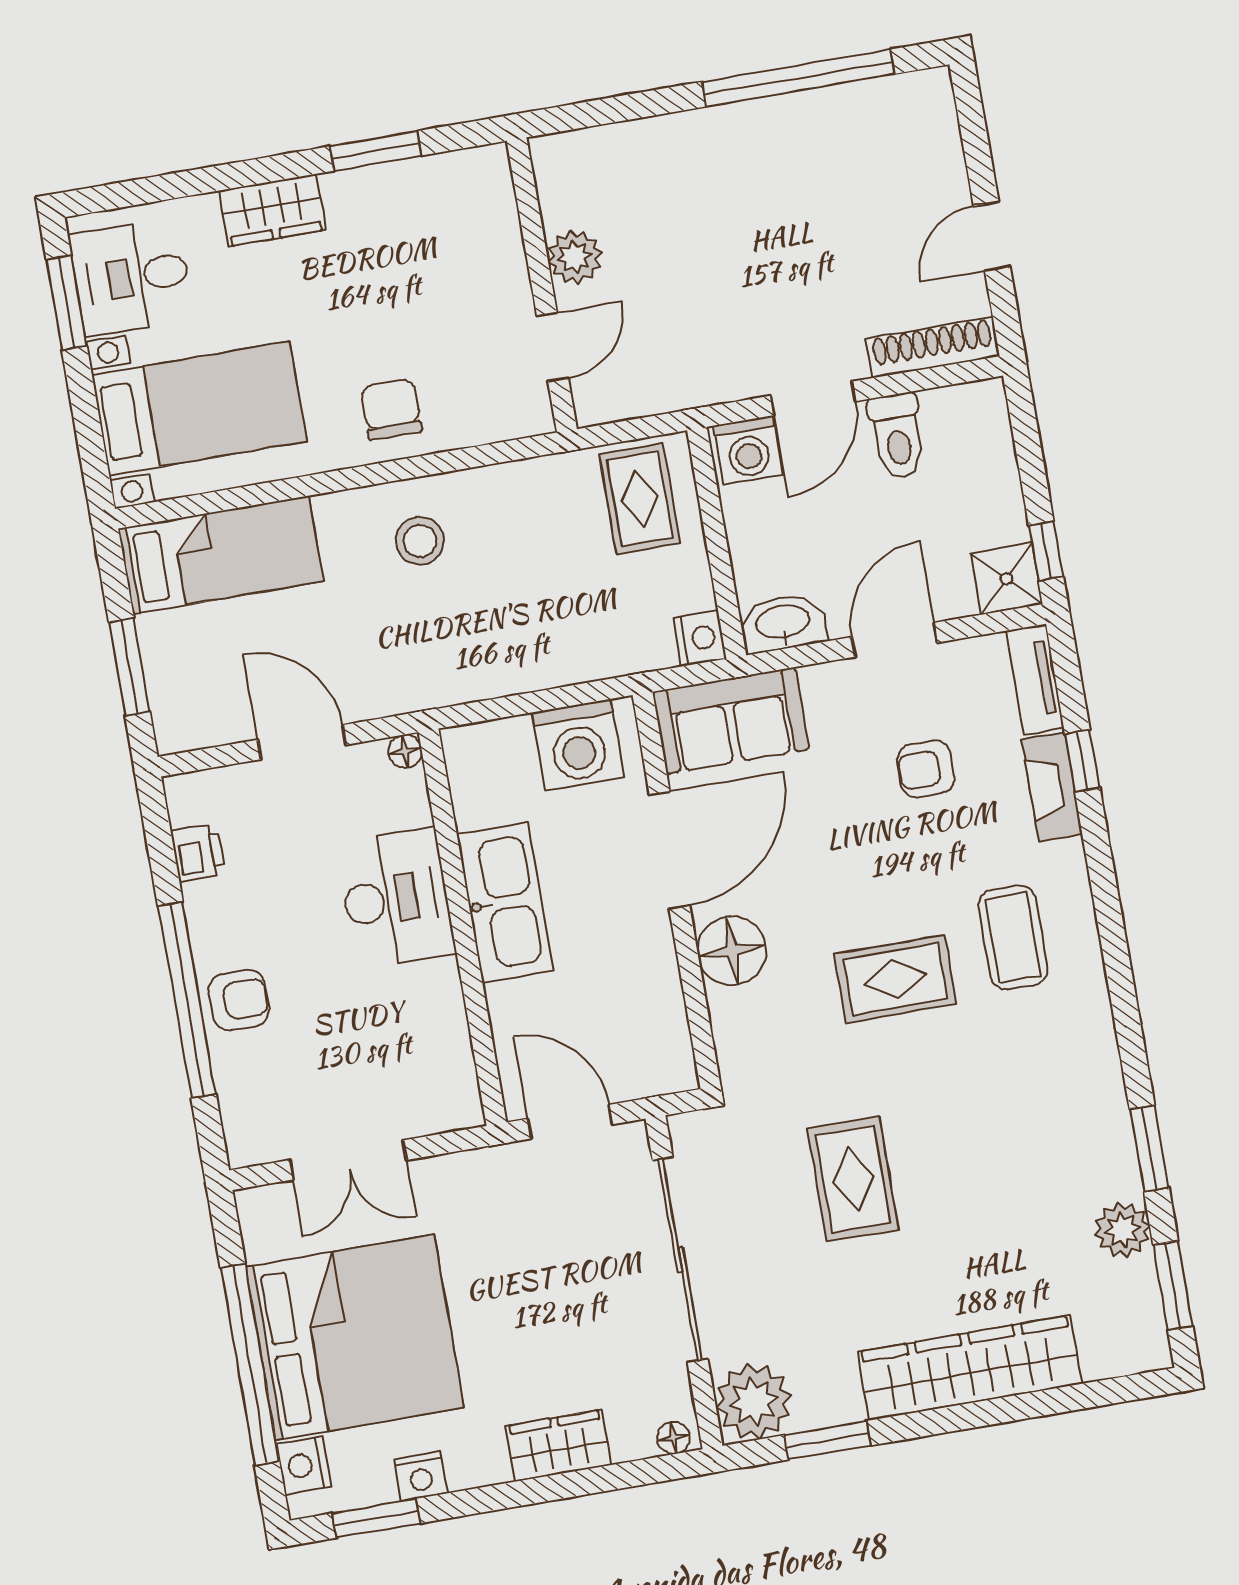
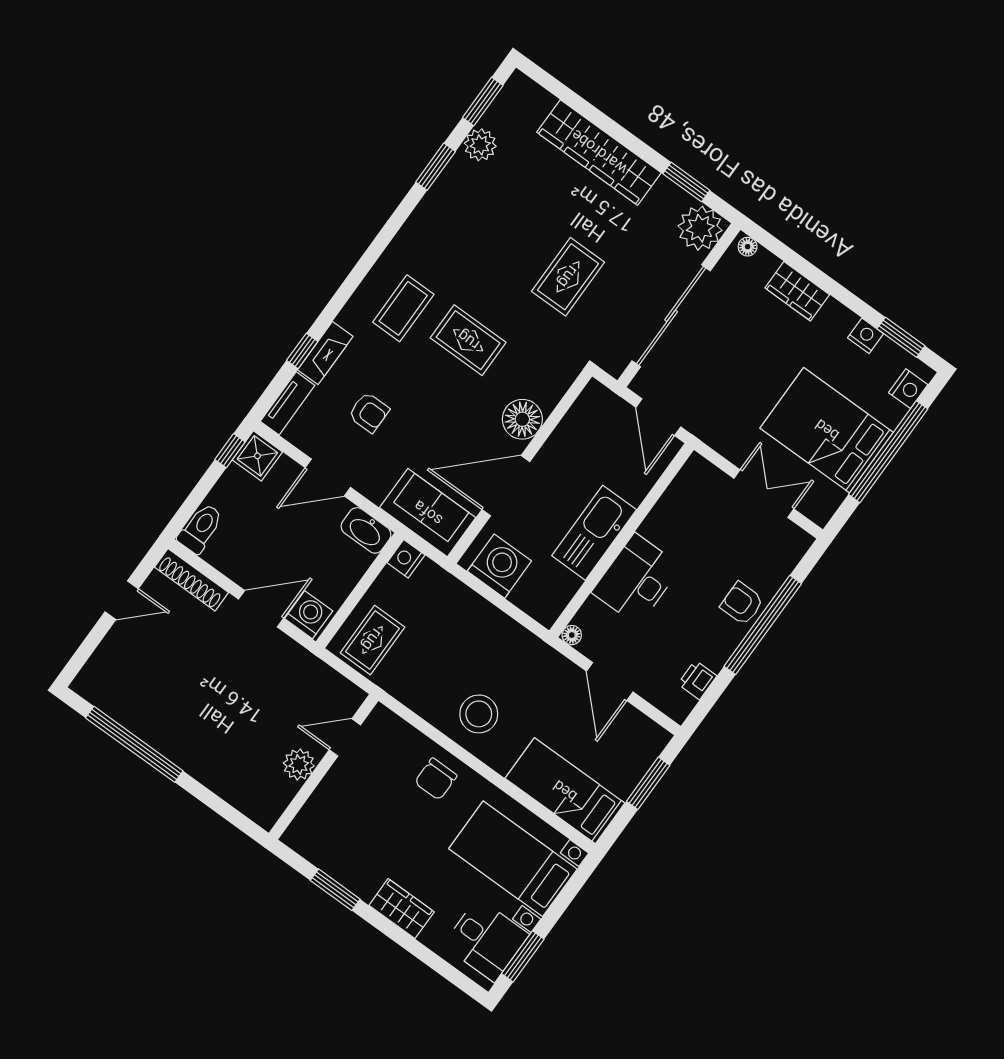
toilet: (897, 436) -> (201, 528), moved
stool: (420, 541) -> (479, 714), width x1.38, depth x1.38
bed: (355, 1337) -> (827, 430), width x0.73

